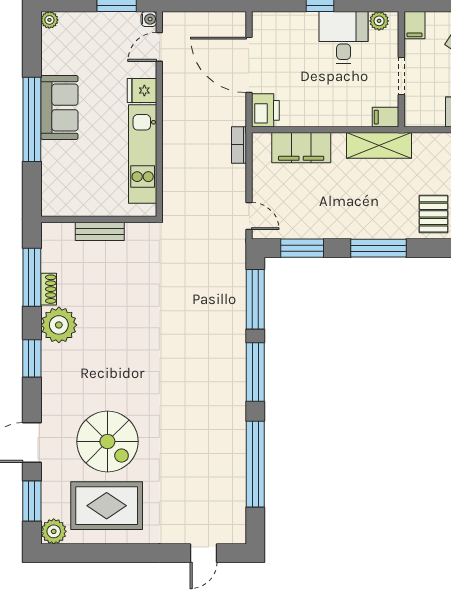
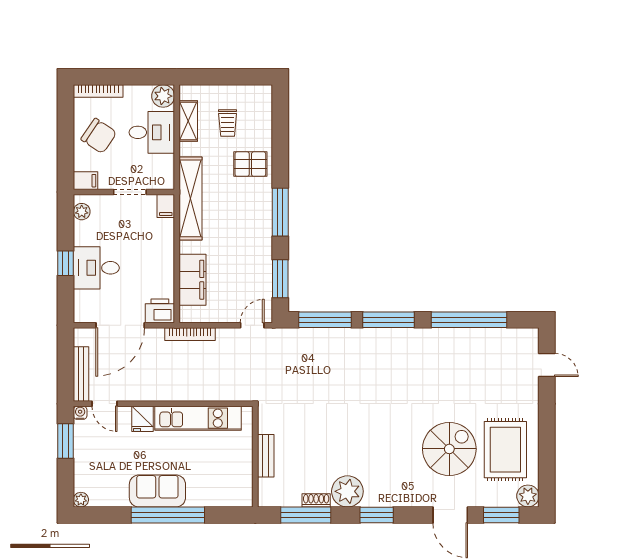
bench: (193, 20) -> (81, 374), added
desk: (344, 38) -> (96, 268), moved
bookcase: (239, 145) -> (190, 334), width x1.56
shelving: (379, 145) -> (191, 198), width x1.47

